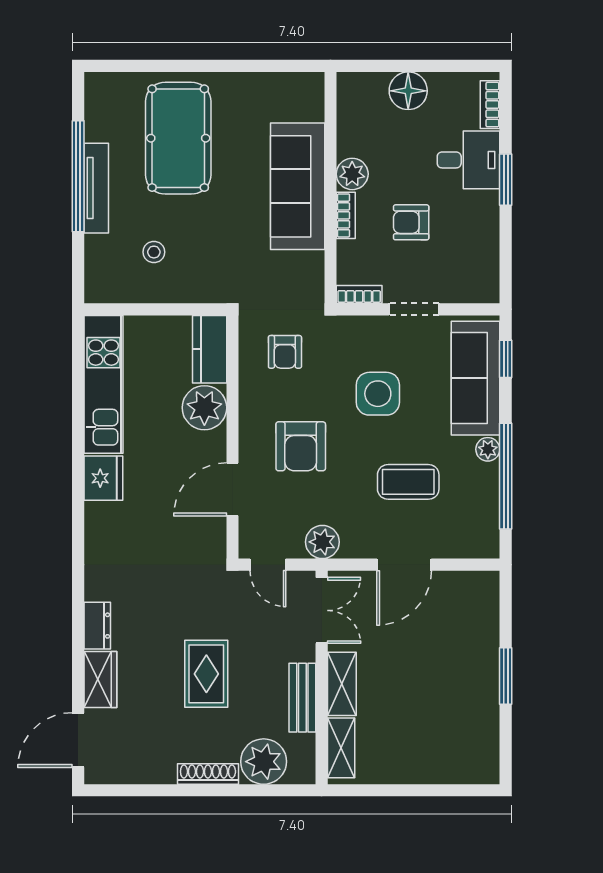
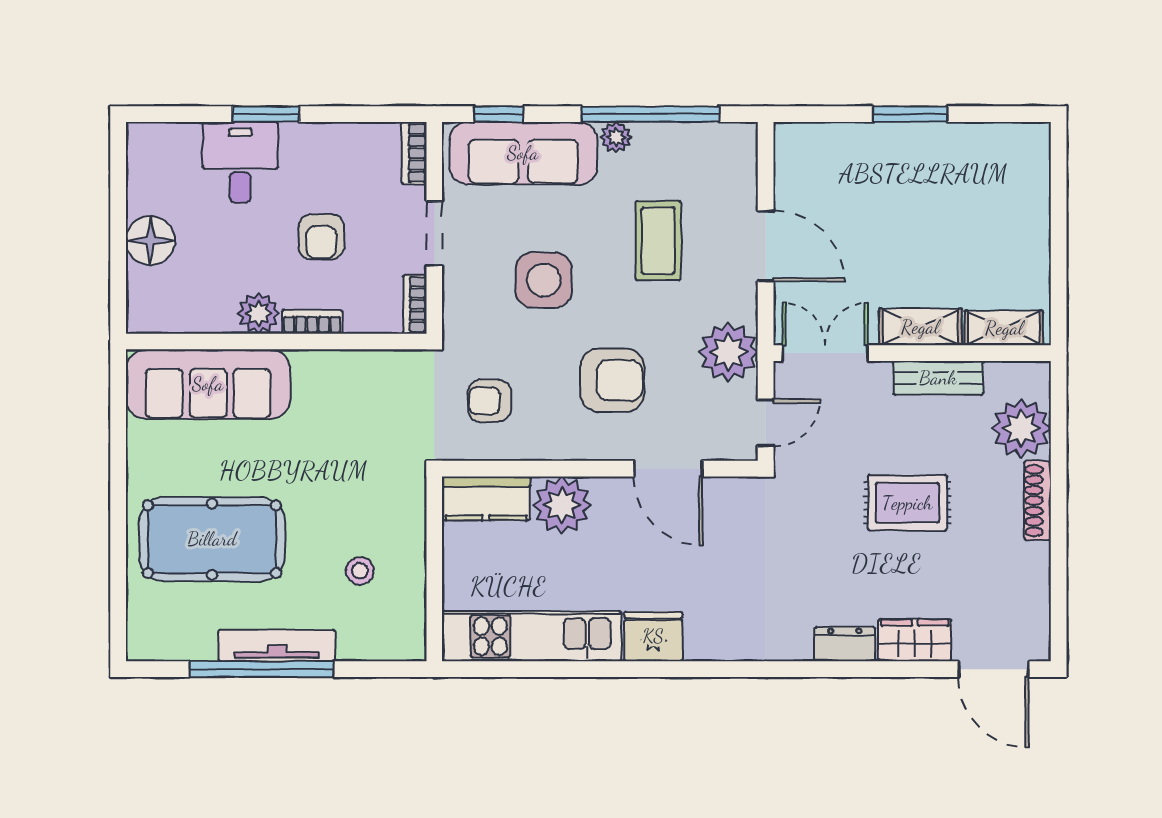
bookcase: (490, 105) -> (414, 153), moved, turned 90
sofa: (298, 186) -> (208, 384), moved
armchair: (285, 352) -> (489, 401), turned 180
plant: (322, 542) -> (728, 352), width x1.36, depth x1.36

